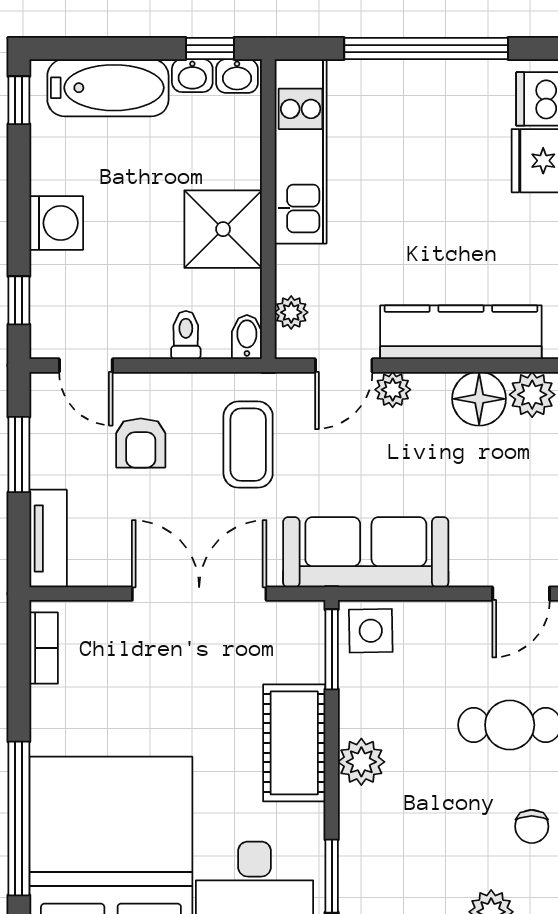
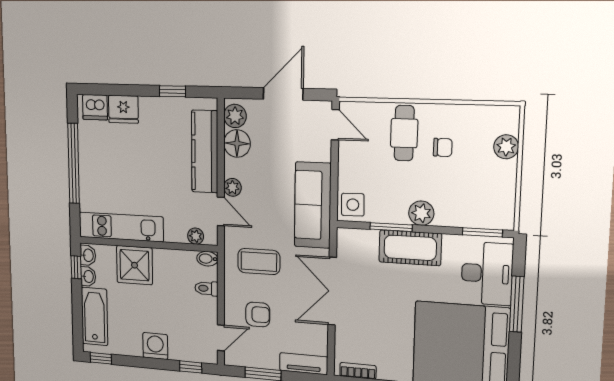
shower: (223, 229) -> (135, 265), moved
window: (332, 649) -> (391, 227), moved
chair: (532, 826) -> (443, 147), moved

